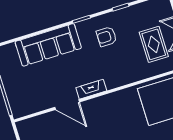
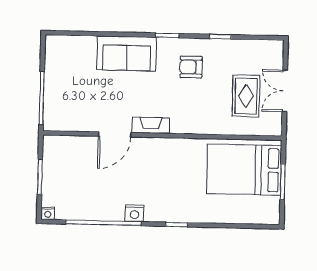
sofa: (48, 45) -> (127, 53), width x0.73
door: (67, 105) -> (115, 134), hinge flipped

